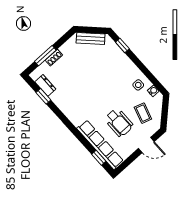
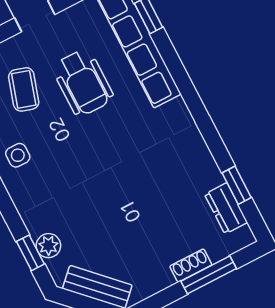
plant: (116, 50) -> (48, 246), added
wheelchair: (119, 122) -> (83, 83), turned 180

